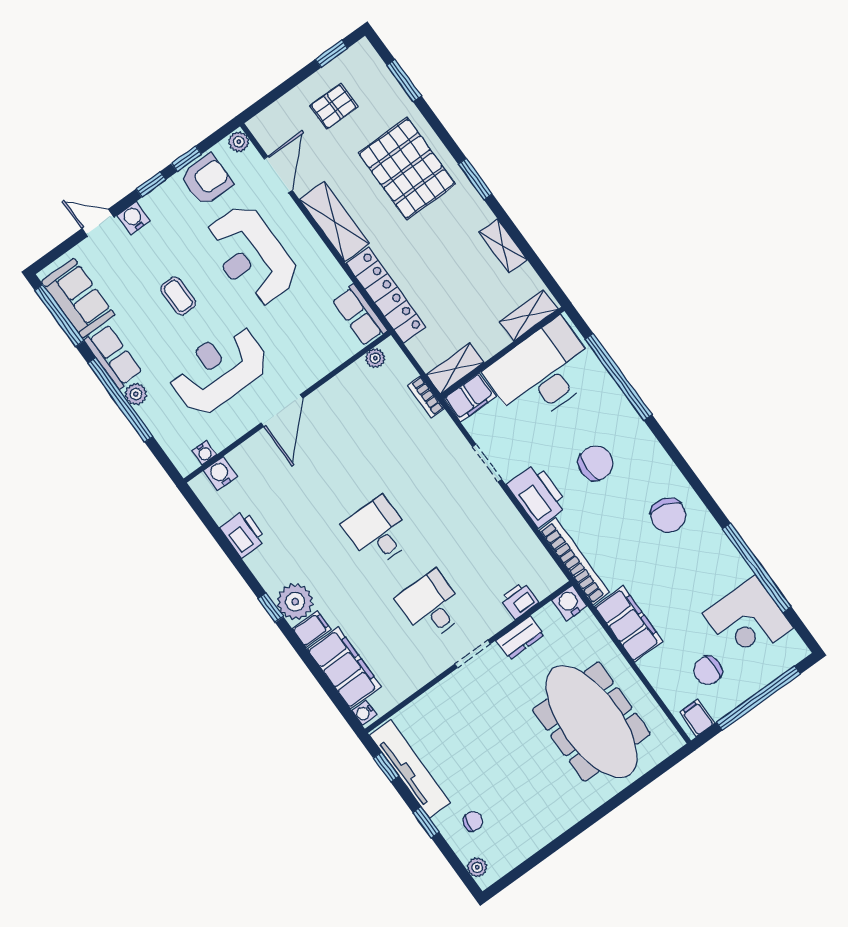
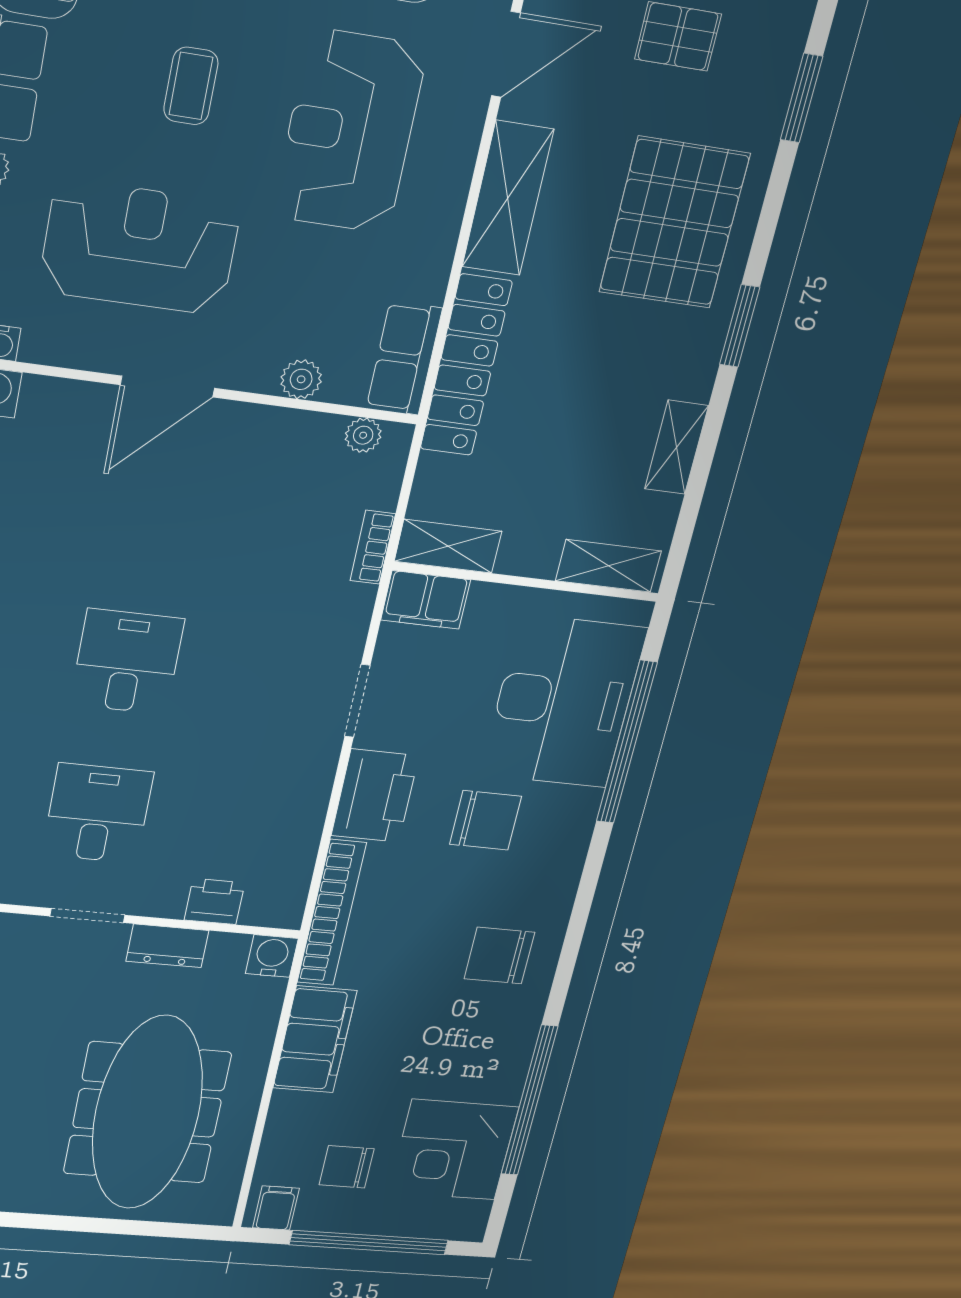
plant: (329, 360) -> (301, 379), added
desk: (542, 373) -> (564, 702), moved, turned 90
chair: (668, 515) -> (499, 956), turned 74

